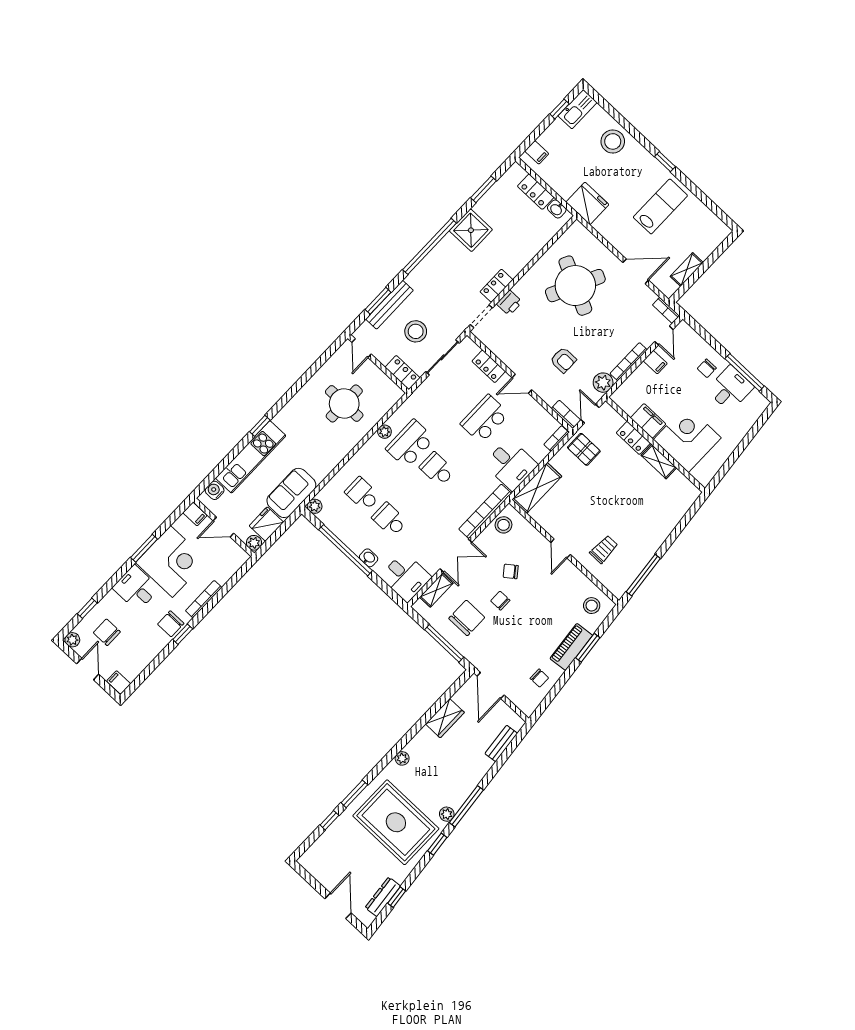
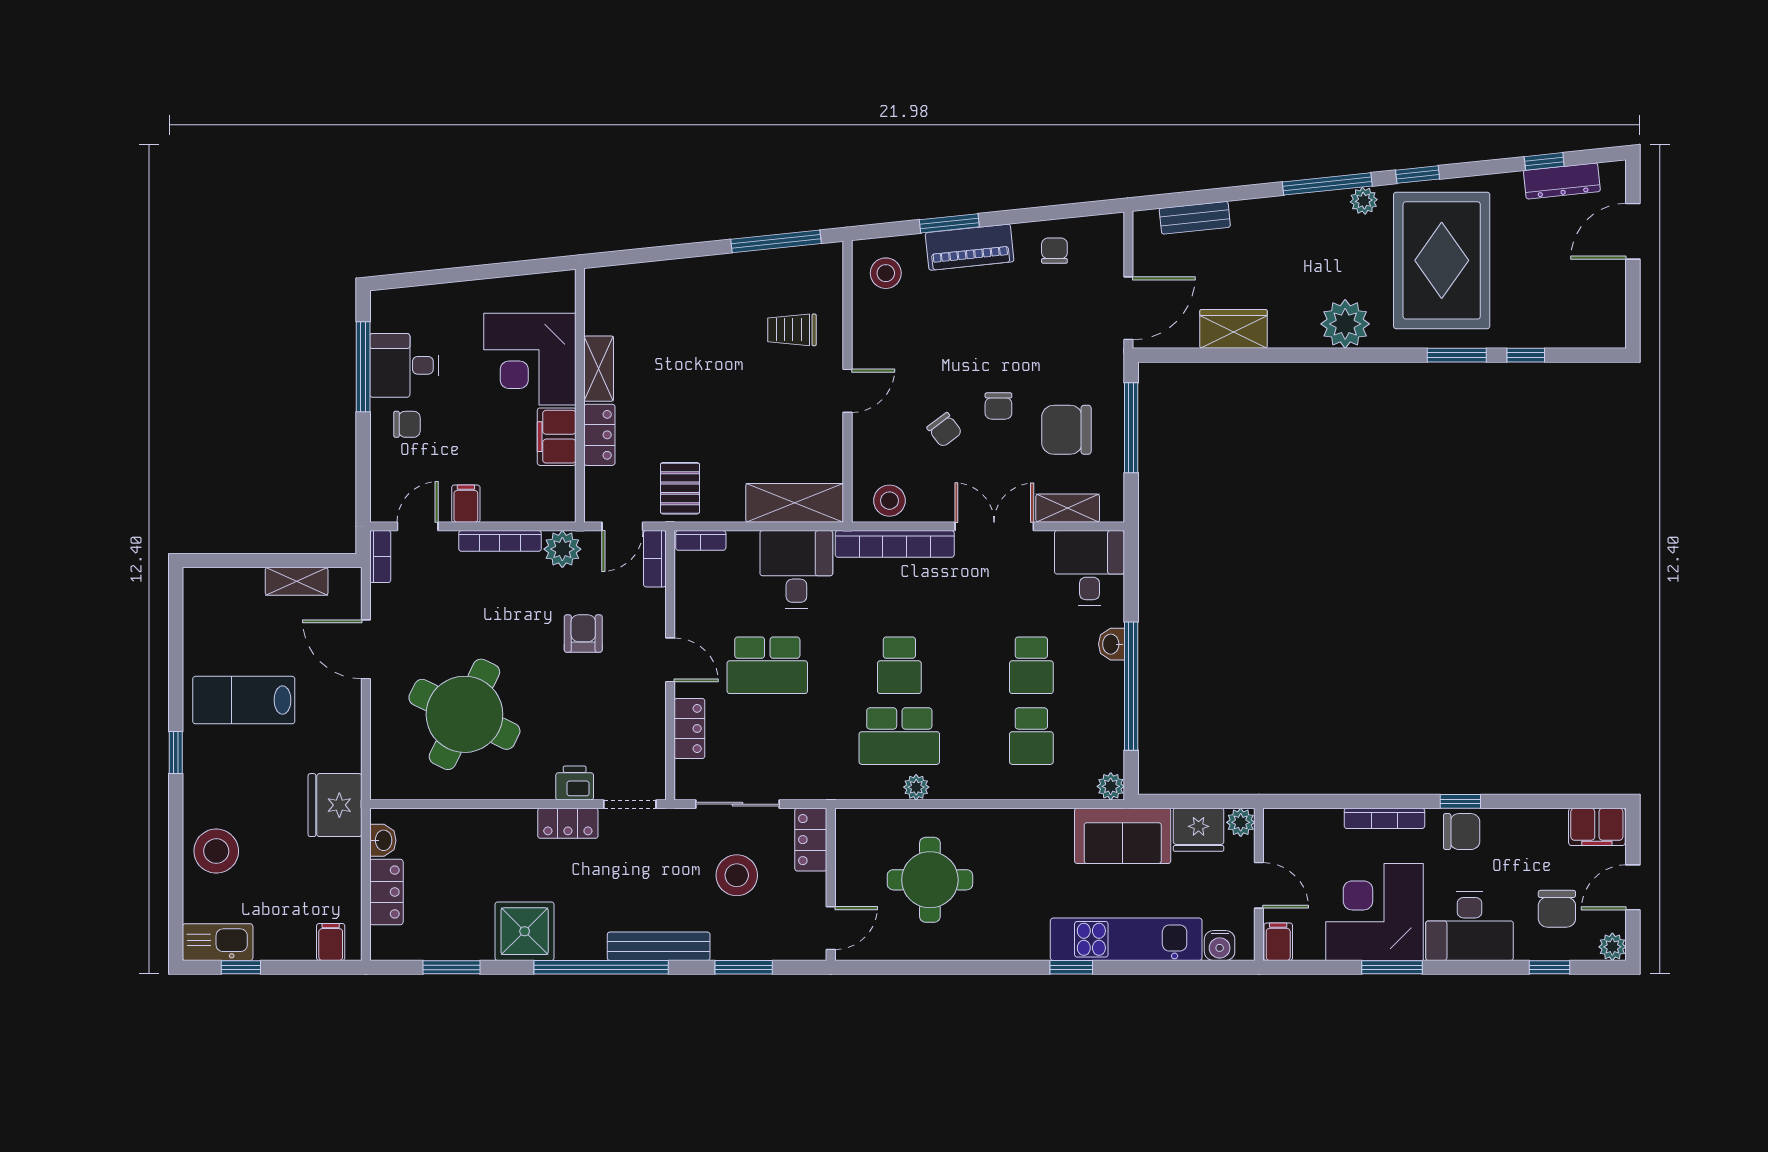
bench: (390, 305) -> (659, 946), moved
desk: (136, 588) -> (1469, 926), width x1.37
filing cabinet: (119, 682) -> (1597, 827), width x2.00
plant: (402, 758) -> (1345, 324), width x1.88, depth x1.88

